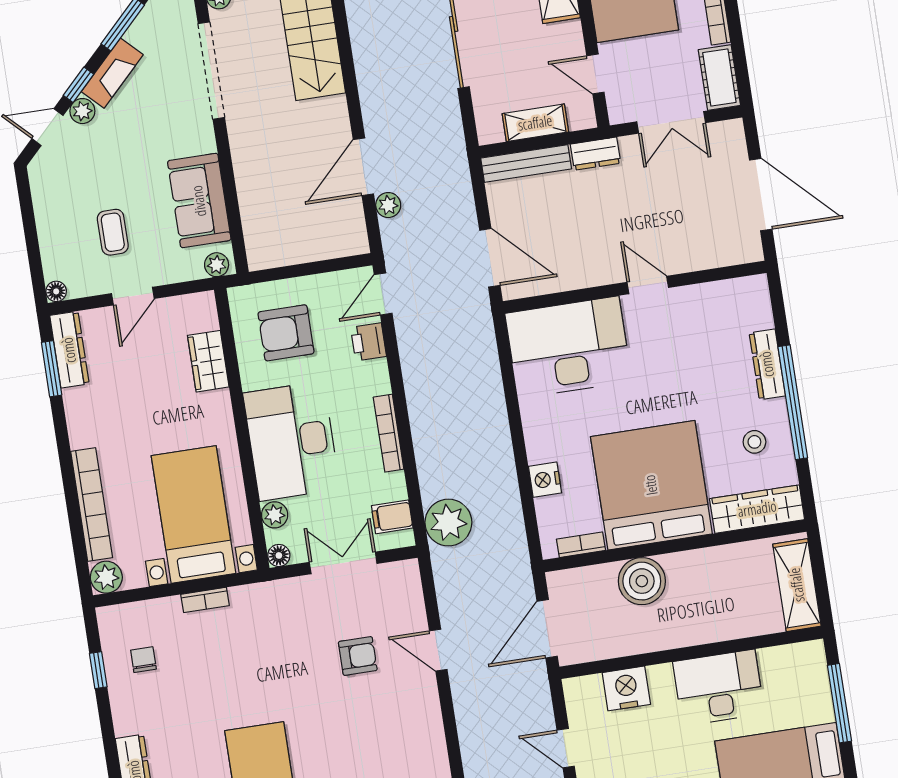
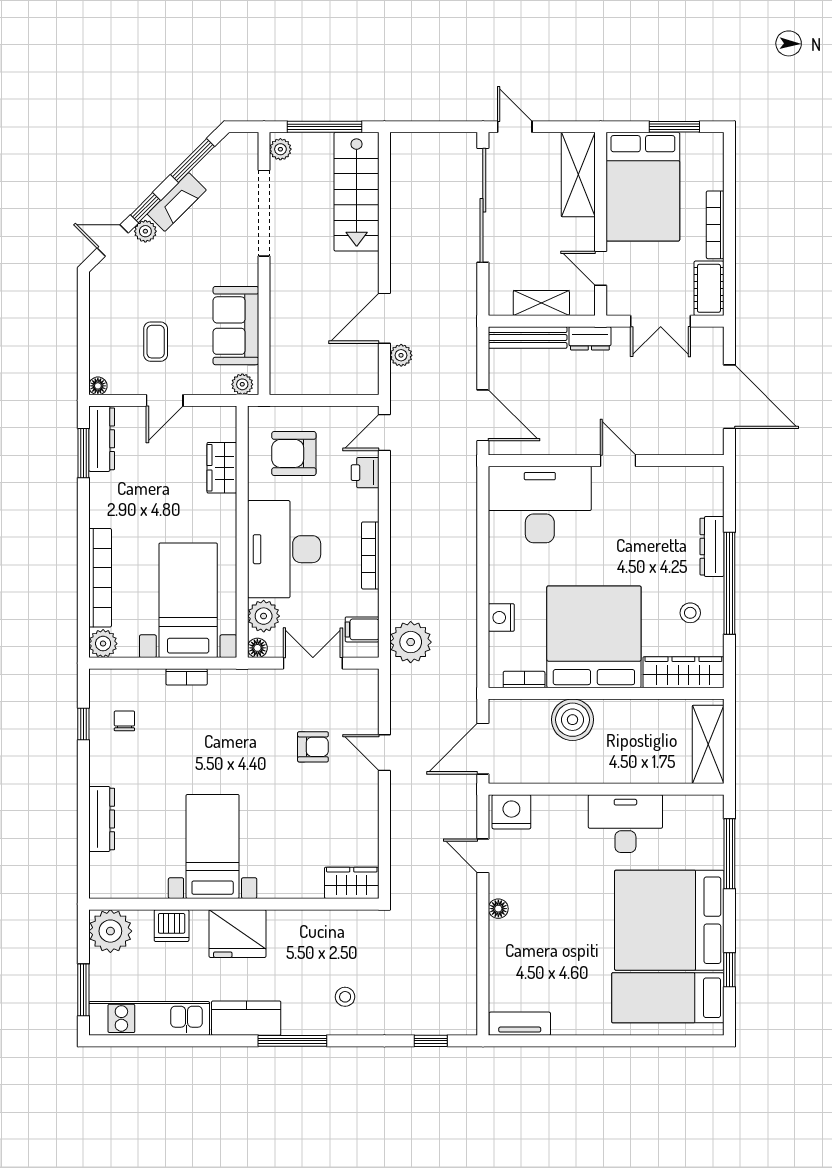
plant: (275, 515) -> (264, 616), width x1.38, depth x1.38
nightstand: (626, 688) -> (511, 812), moved

